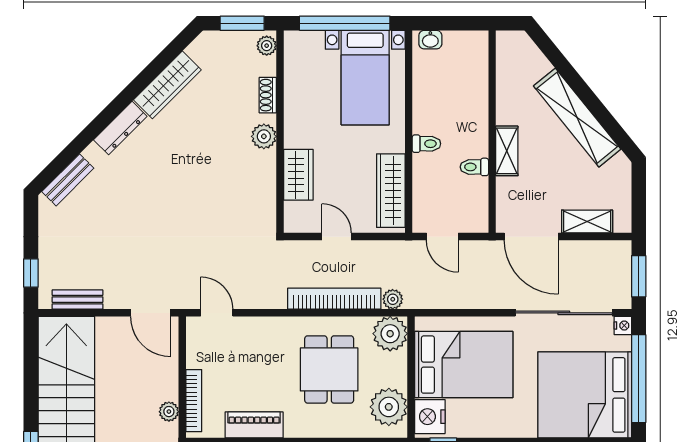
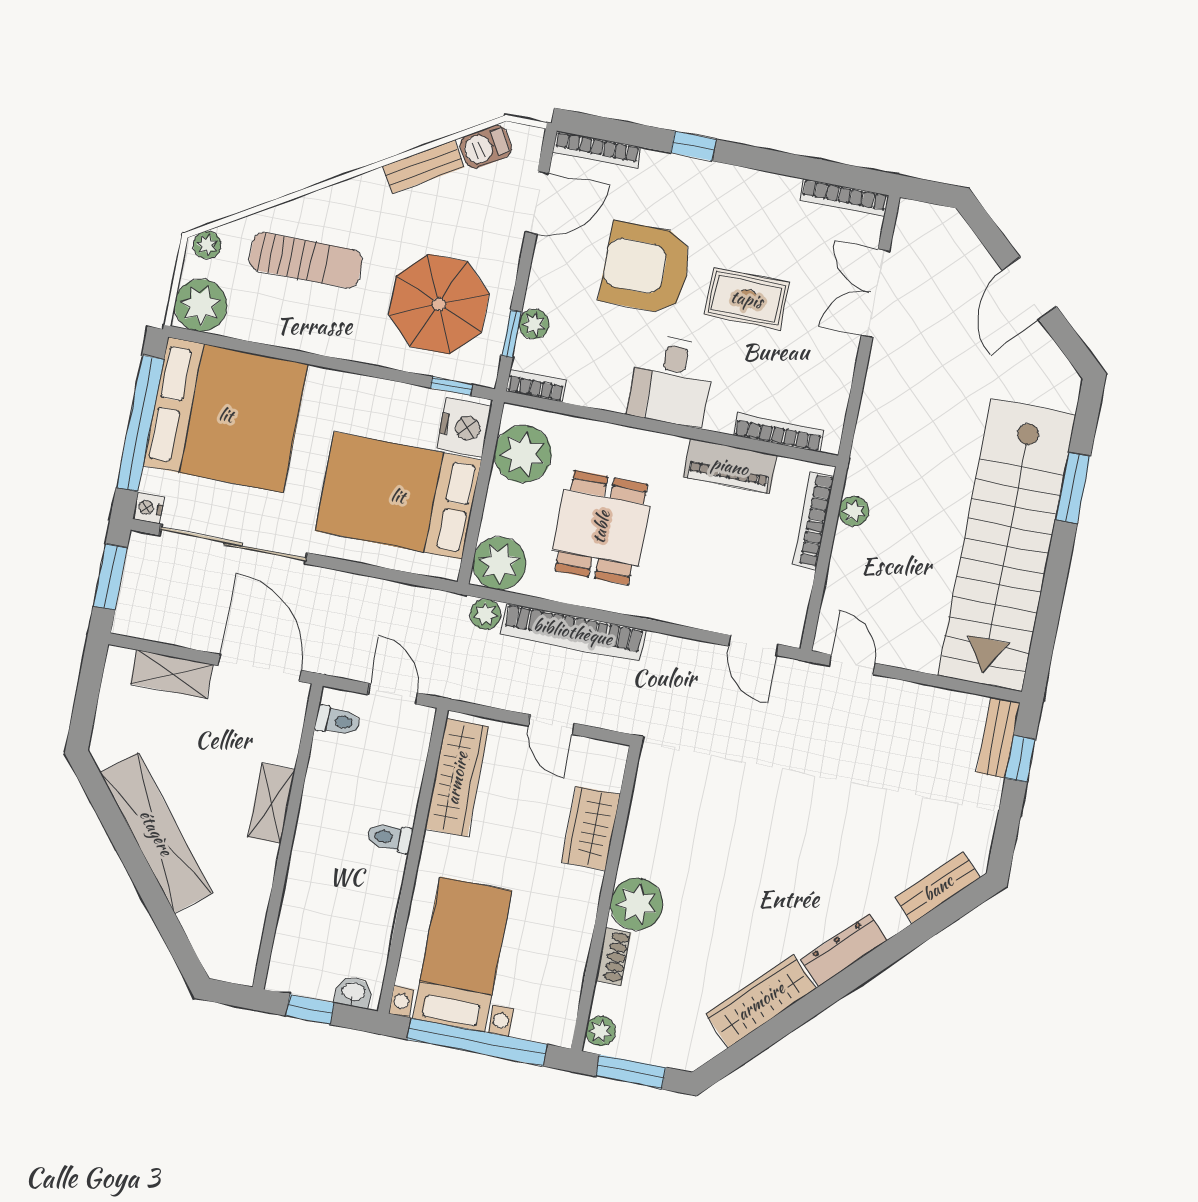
window: (456, 23) -> (310, 1009), added
plant: (264, 136) -> (637, 904), width x1.36, depth x1.36
toilet: (474, 167) -> (338, 721), moved
bench: (78, 300) -> (998, 738), moved, turned 90
door: (151, 313) -> (852, 664), width x0.73

